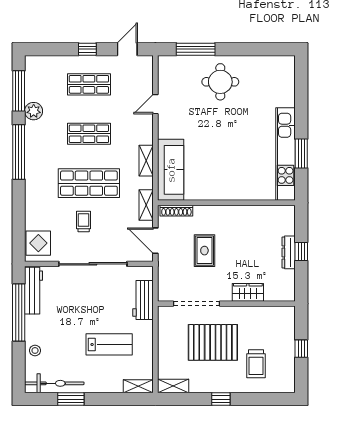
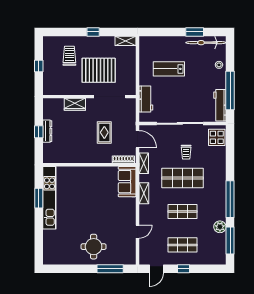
sofa: (171, 170) -> (127, 182), width x0.73
shelving: (138, 386) -> (149, 41), removed

